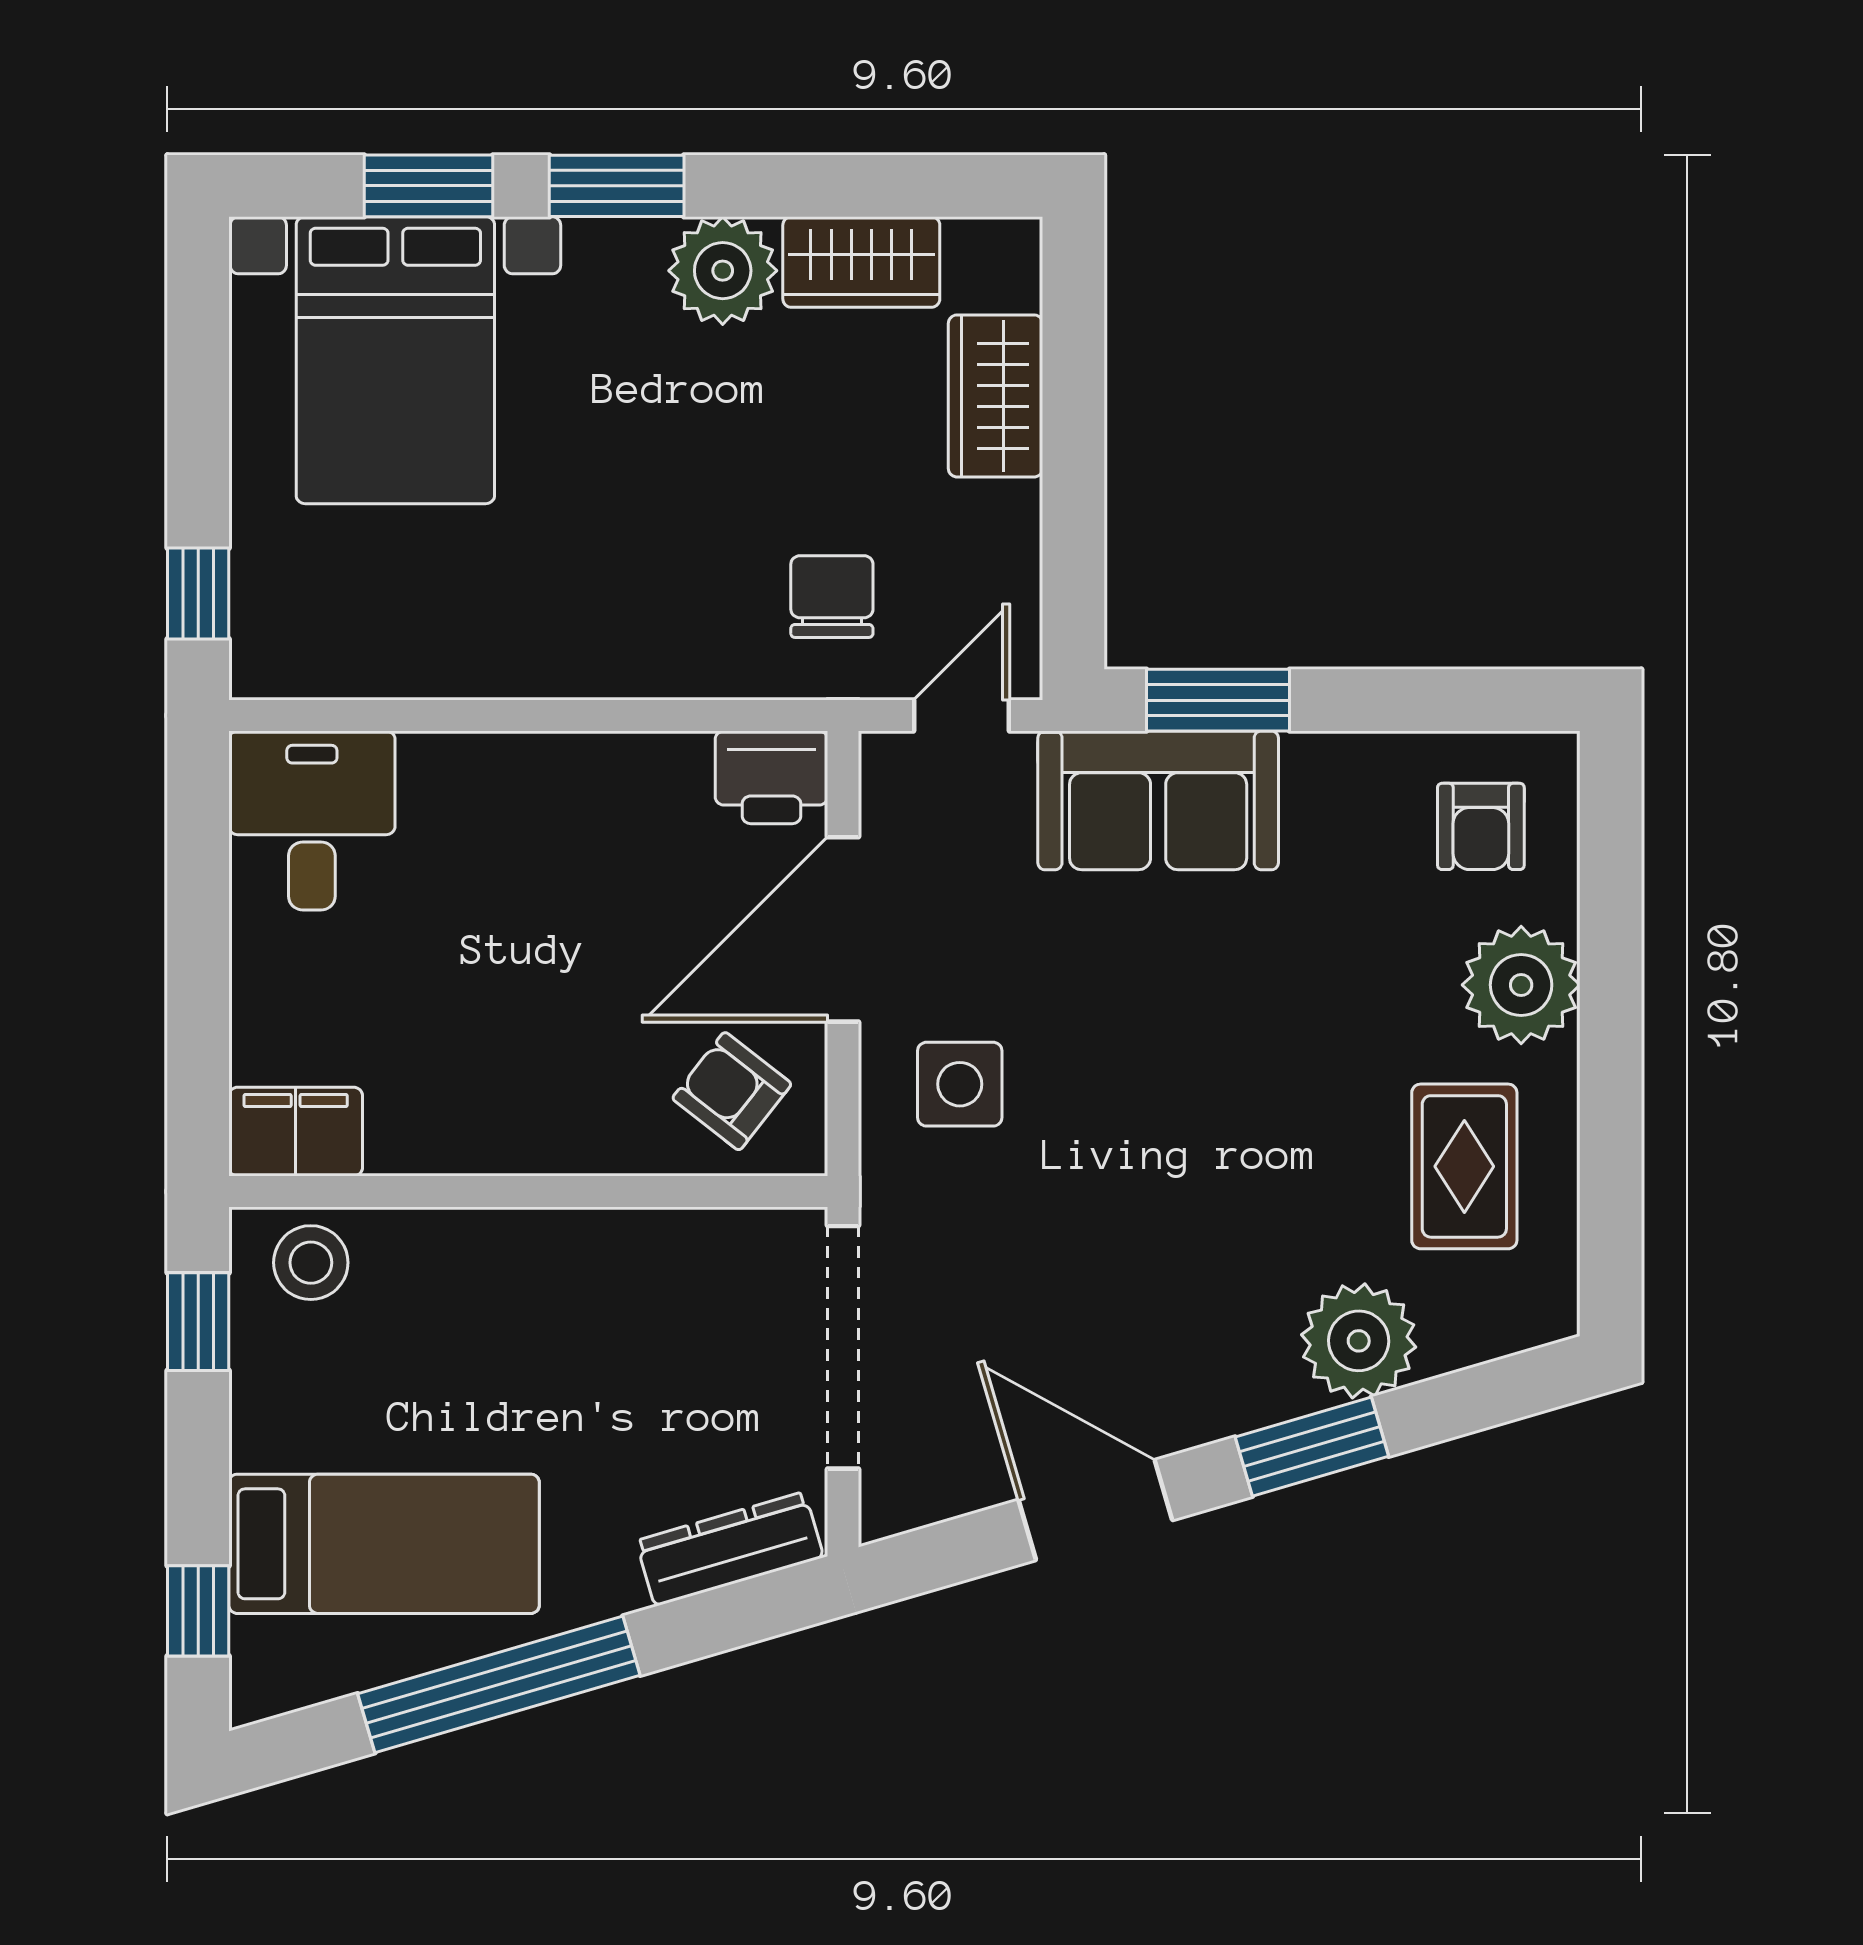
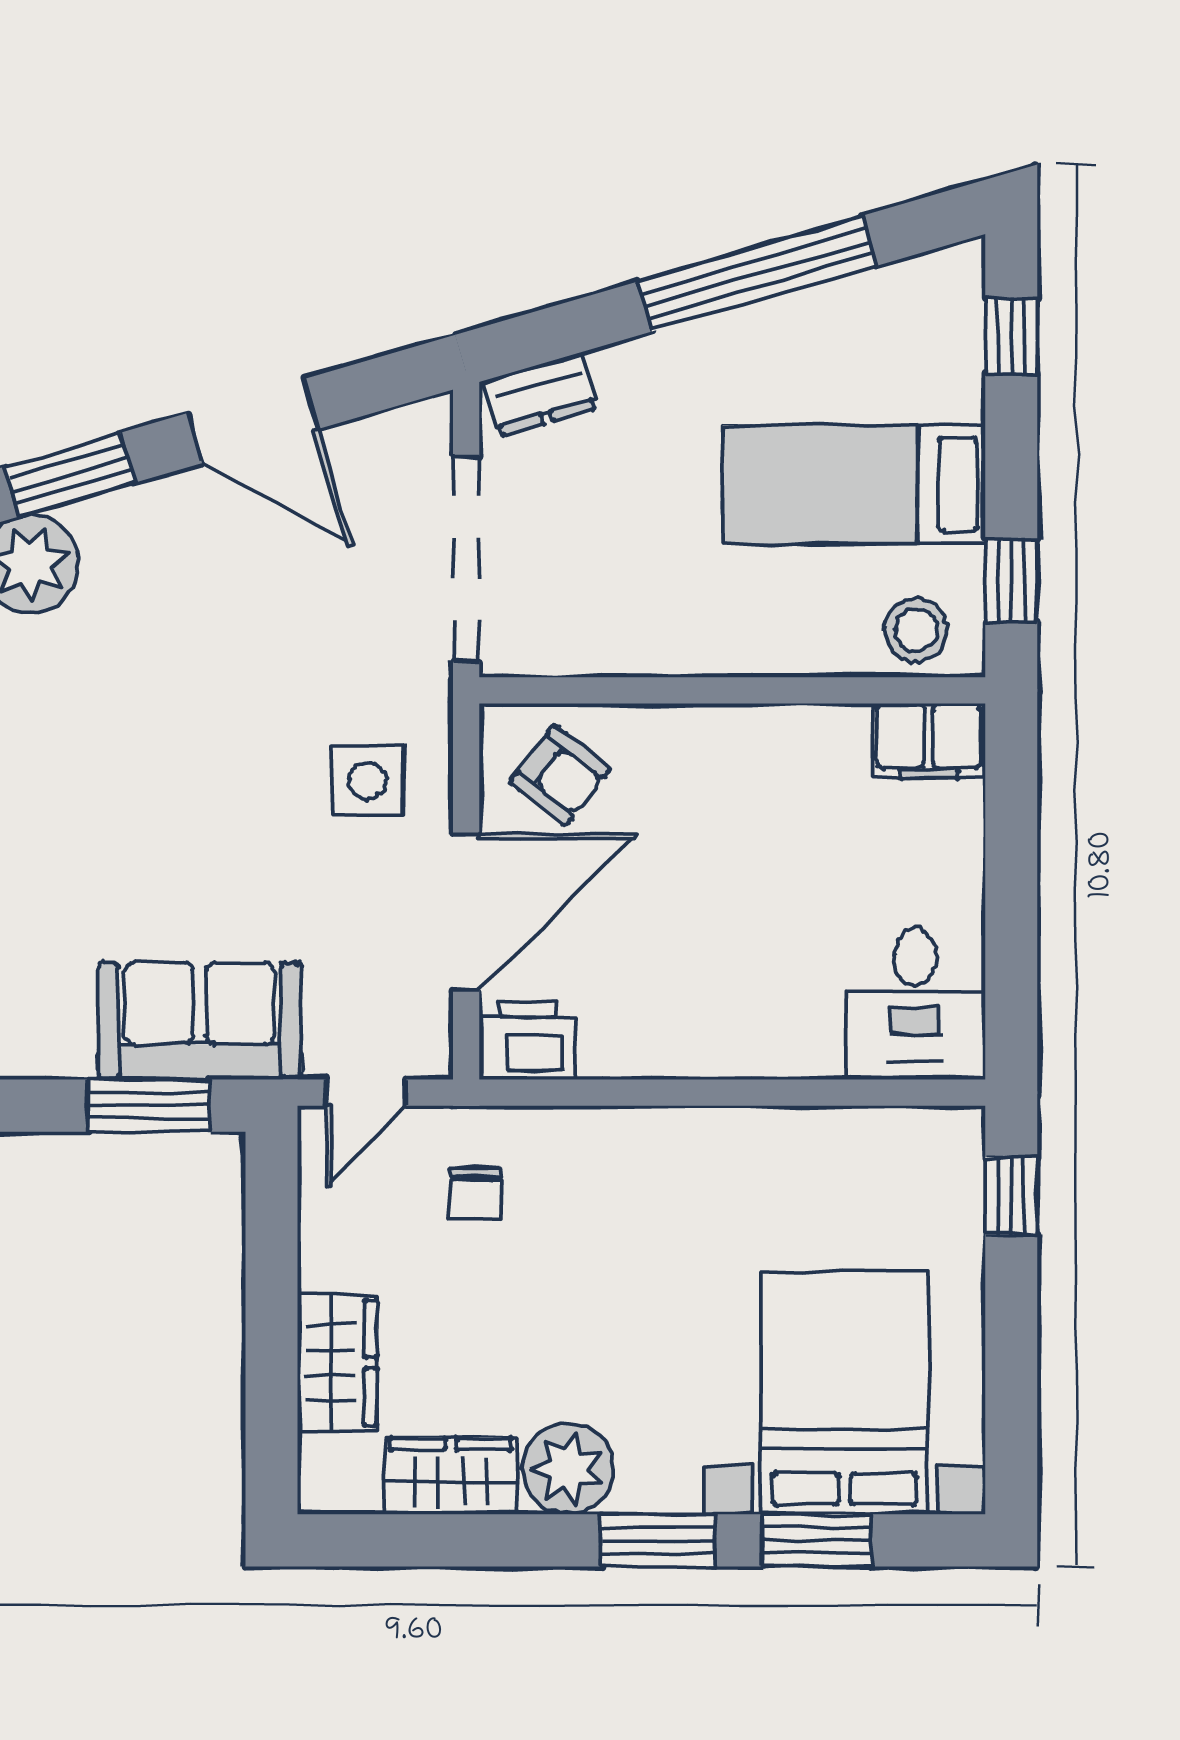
chair: (832, 597) -> (476, 1193), width x0.73, depth x0.73
bed: (384, 1544) -> (854, 484), moved
dresser: (730, 1549) -> (540, 394), width x0.70

